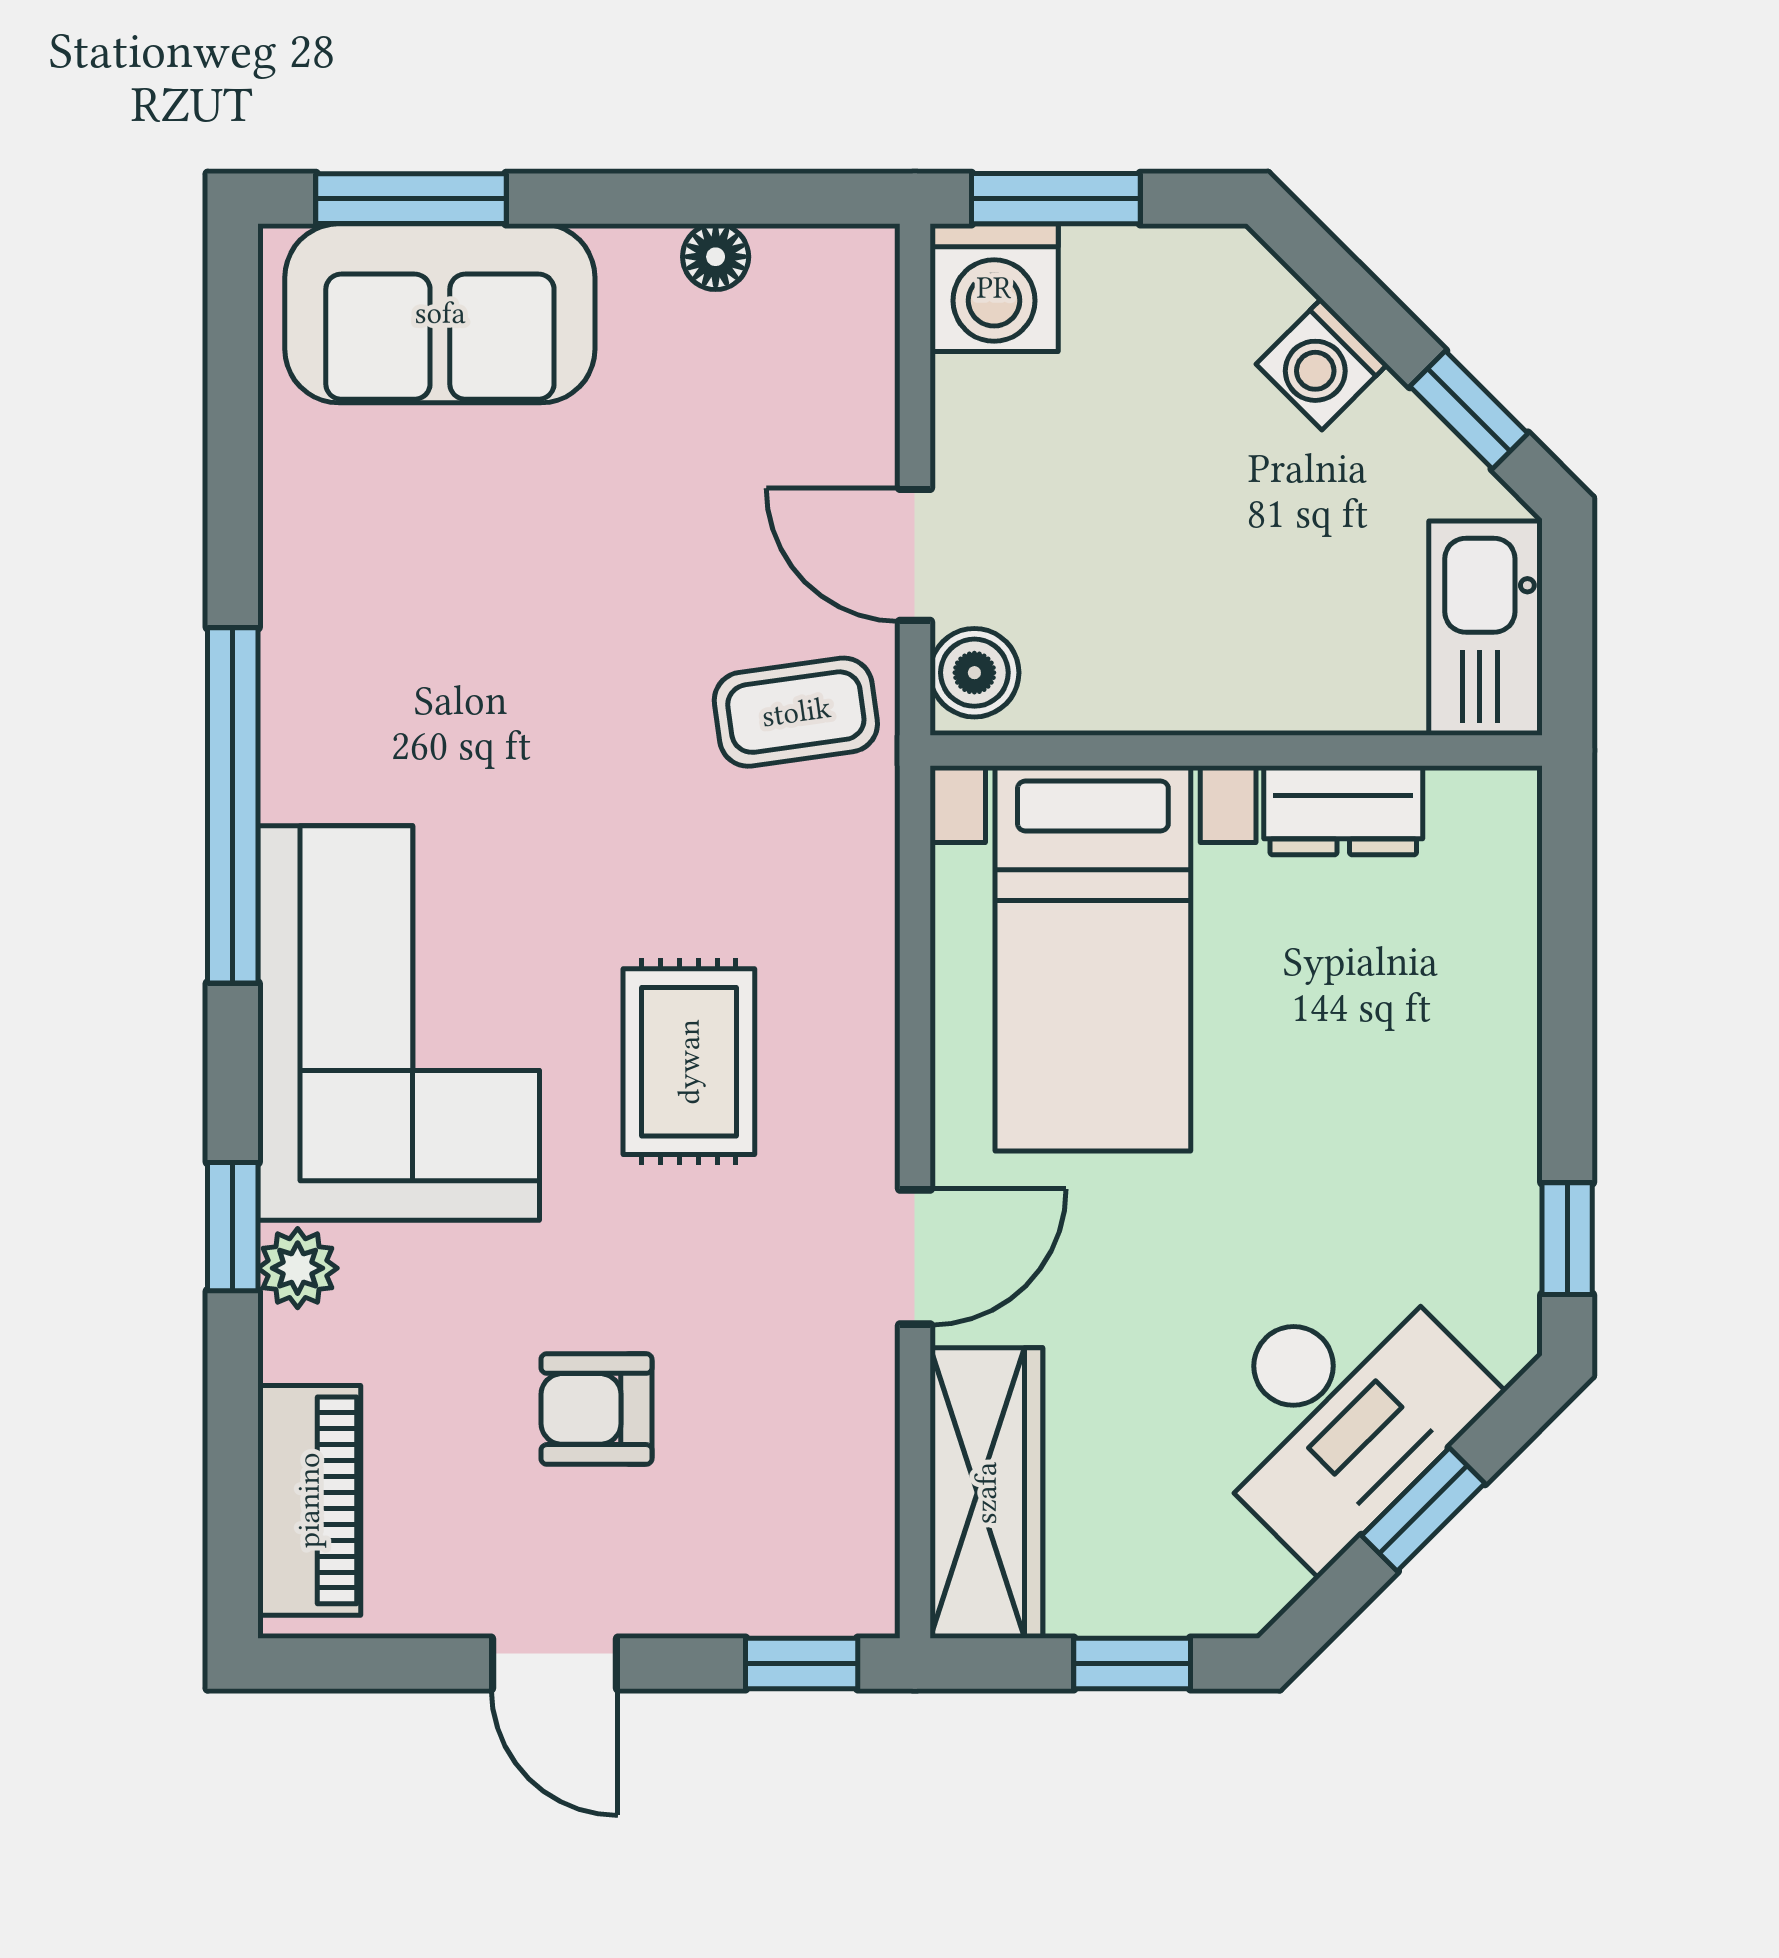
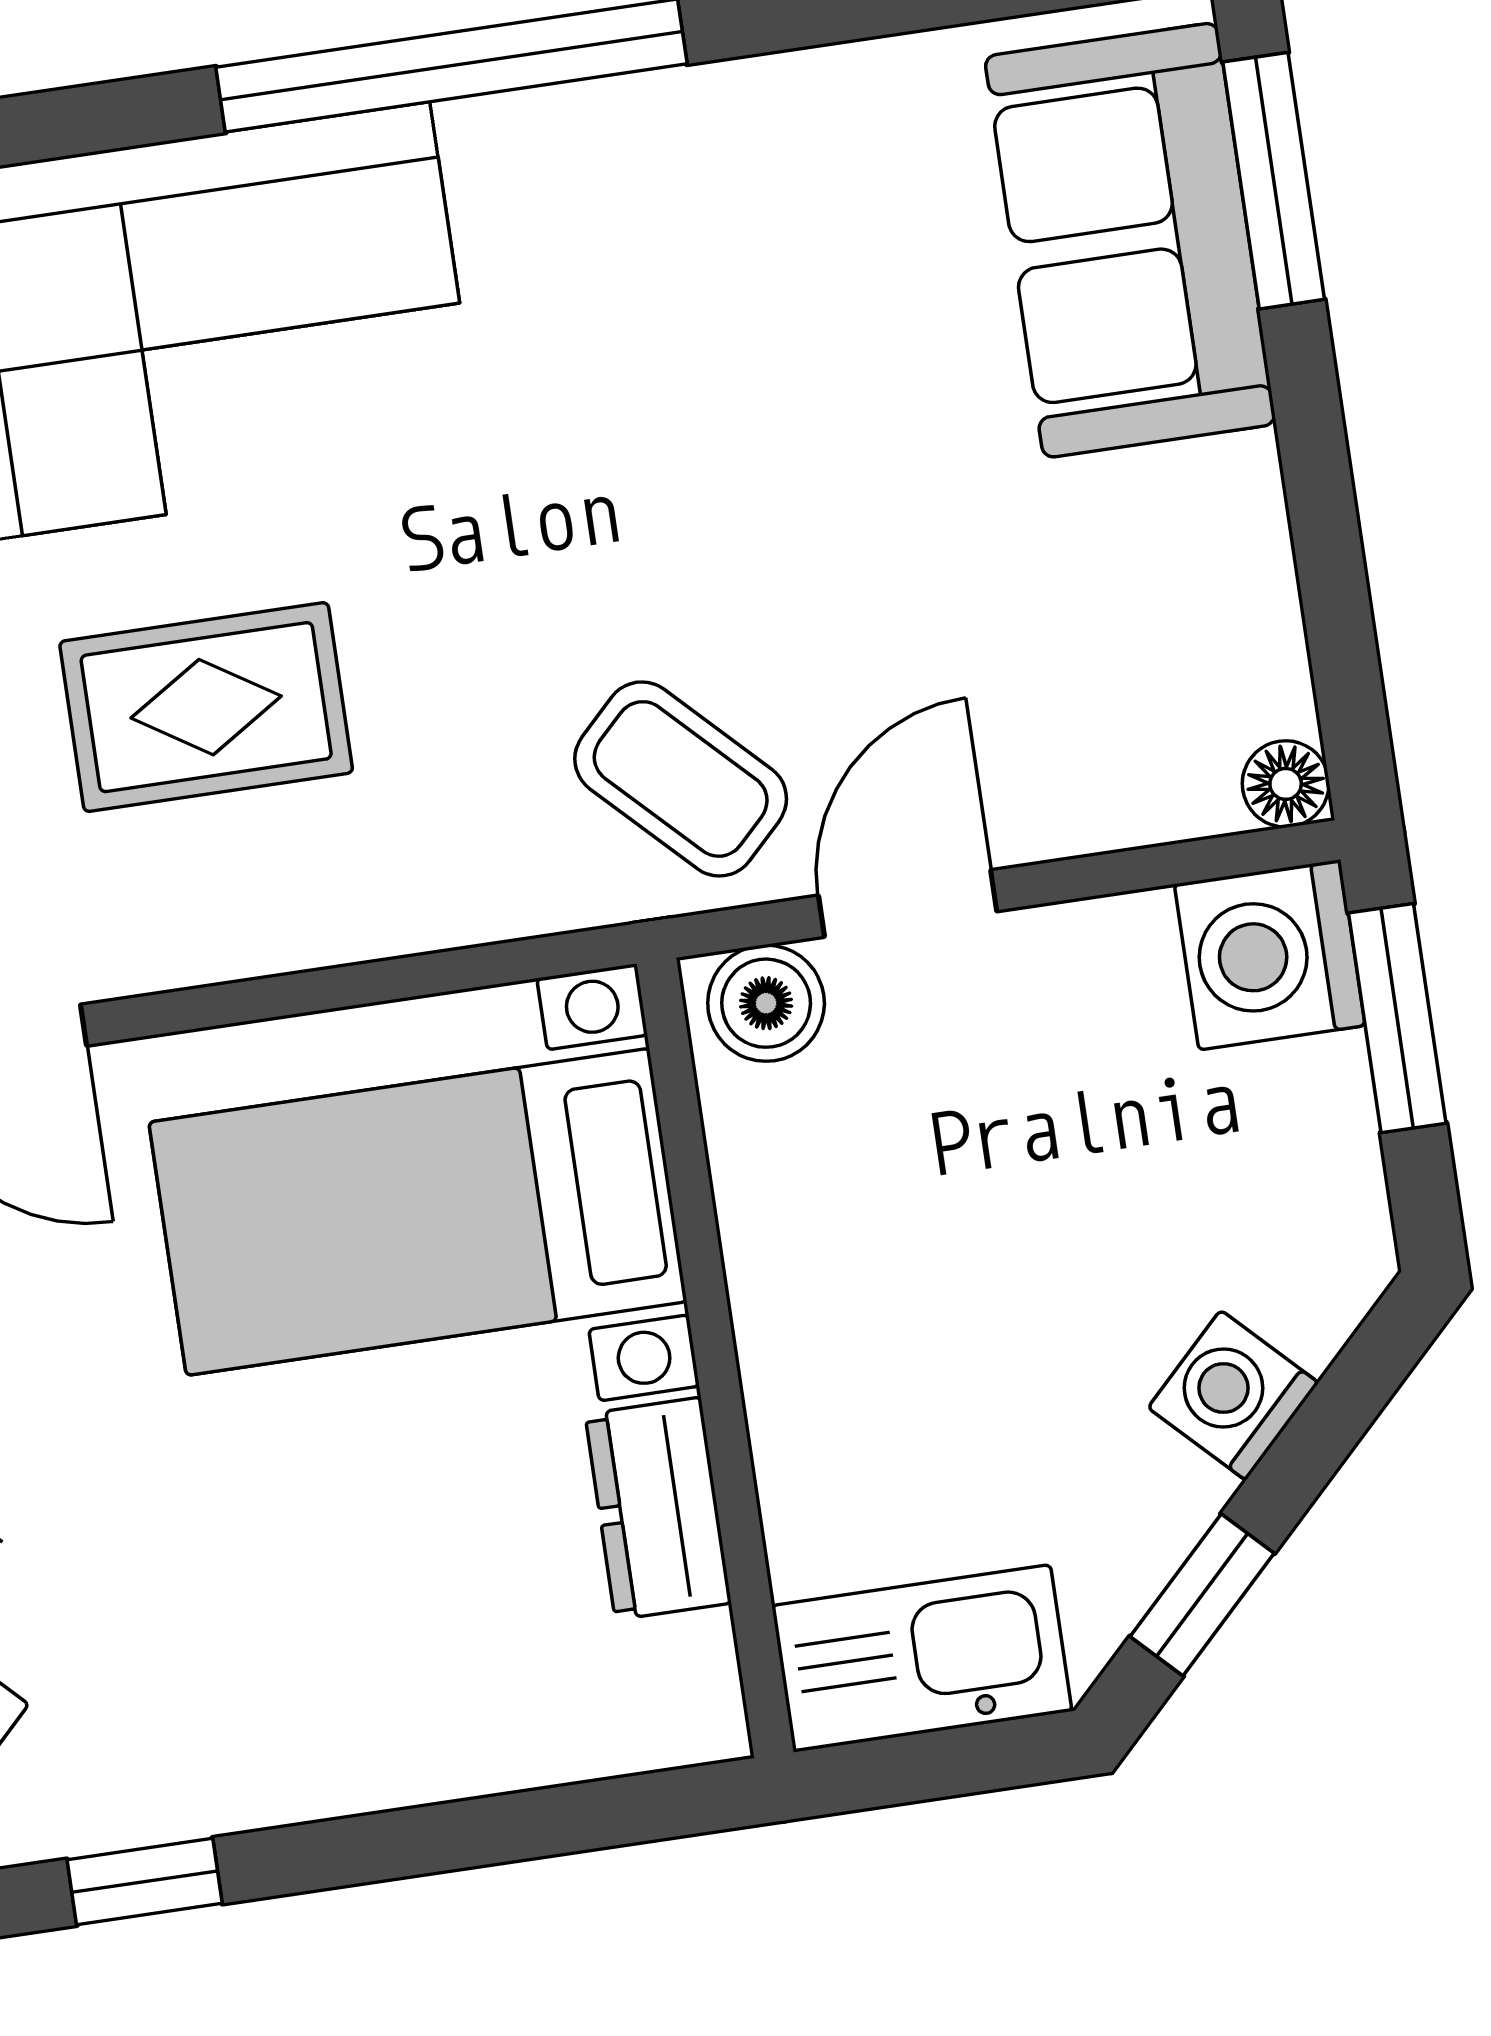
floor lamp: (716, 257) -> (1286, 784), moved
coffee table: (796, 712) -> (681, 779), turned -37

